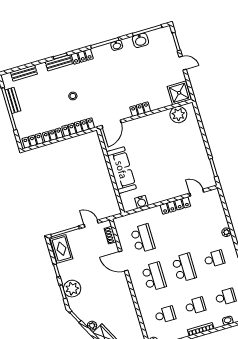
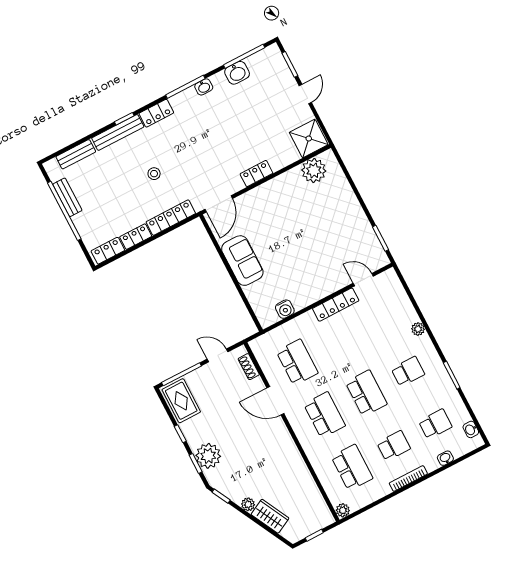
bench: (59, 63) -> (118, 132), width x1.36
door: (183, 63) -> (305, 94), hinge flipped
sofa: (121, 170) -> (242, 261), width x0.73
school desk: (165, 315) -> (352, 467), width x1.85

